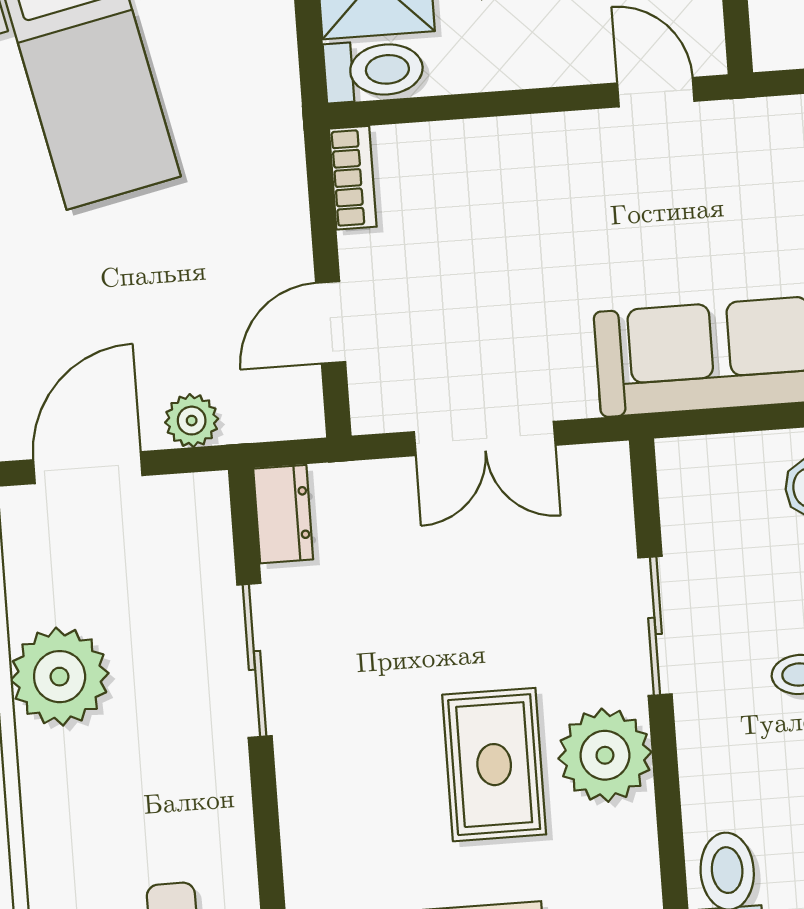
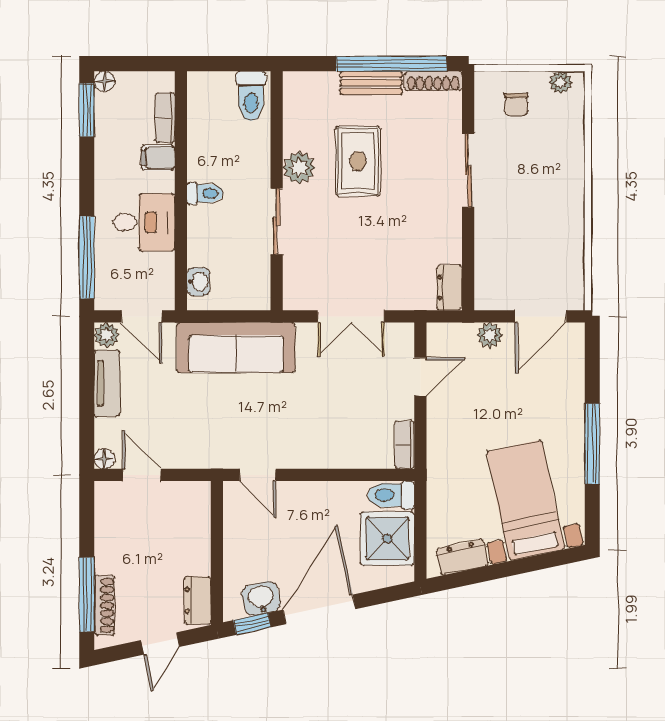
double door: (485, 438) -> (351, 316), swing flipped
sliding door: (255, 660) -> (468, 171), moved
plant: (60, 677) -> (561, 218), removed
plant: (605, 755) -> (299, 168), width x0.73, depth x0.73

